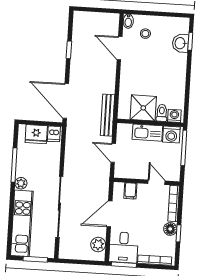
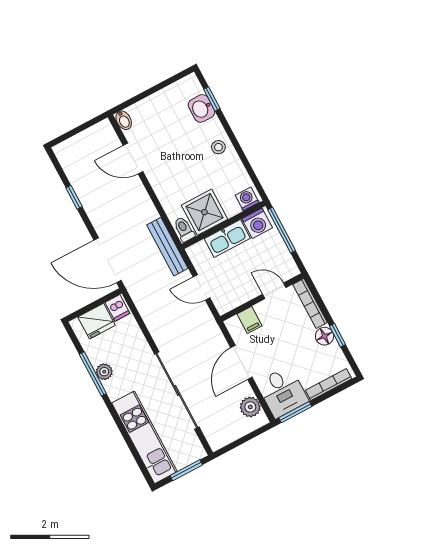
stool: (145, 34) -> (218, 147), moved
toilet: (162, 113) -> (184, 229), moved
plant: (21, 183) -> (104, 372), moved

